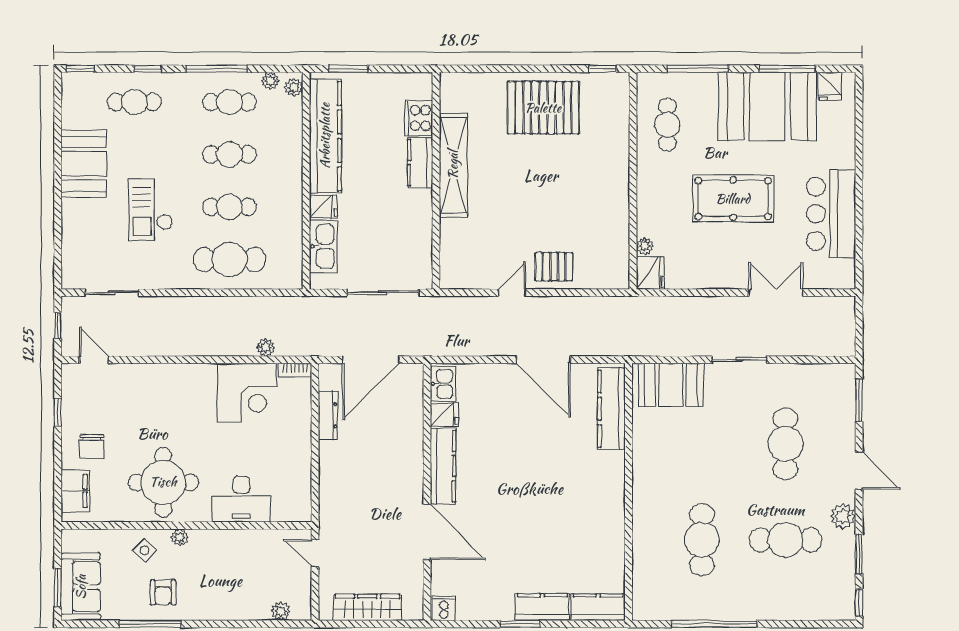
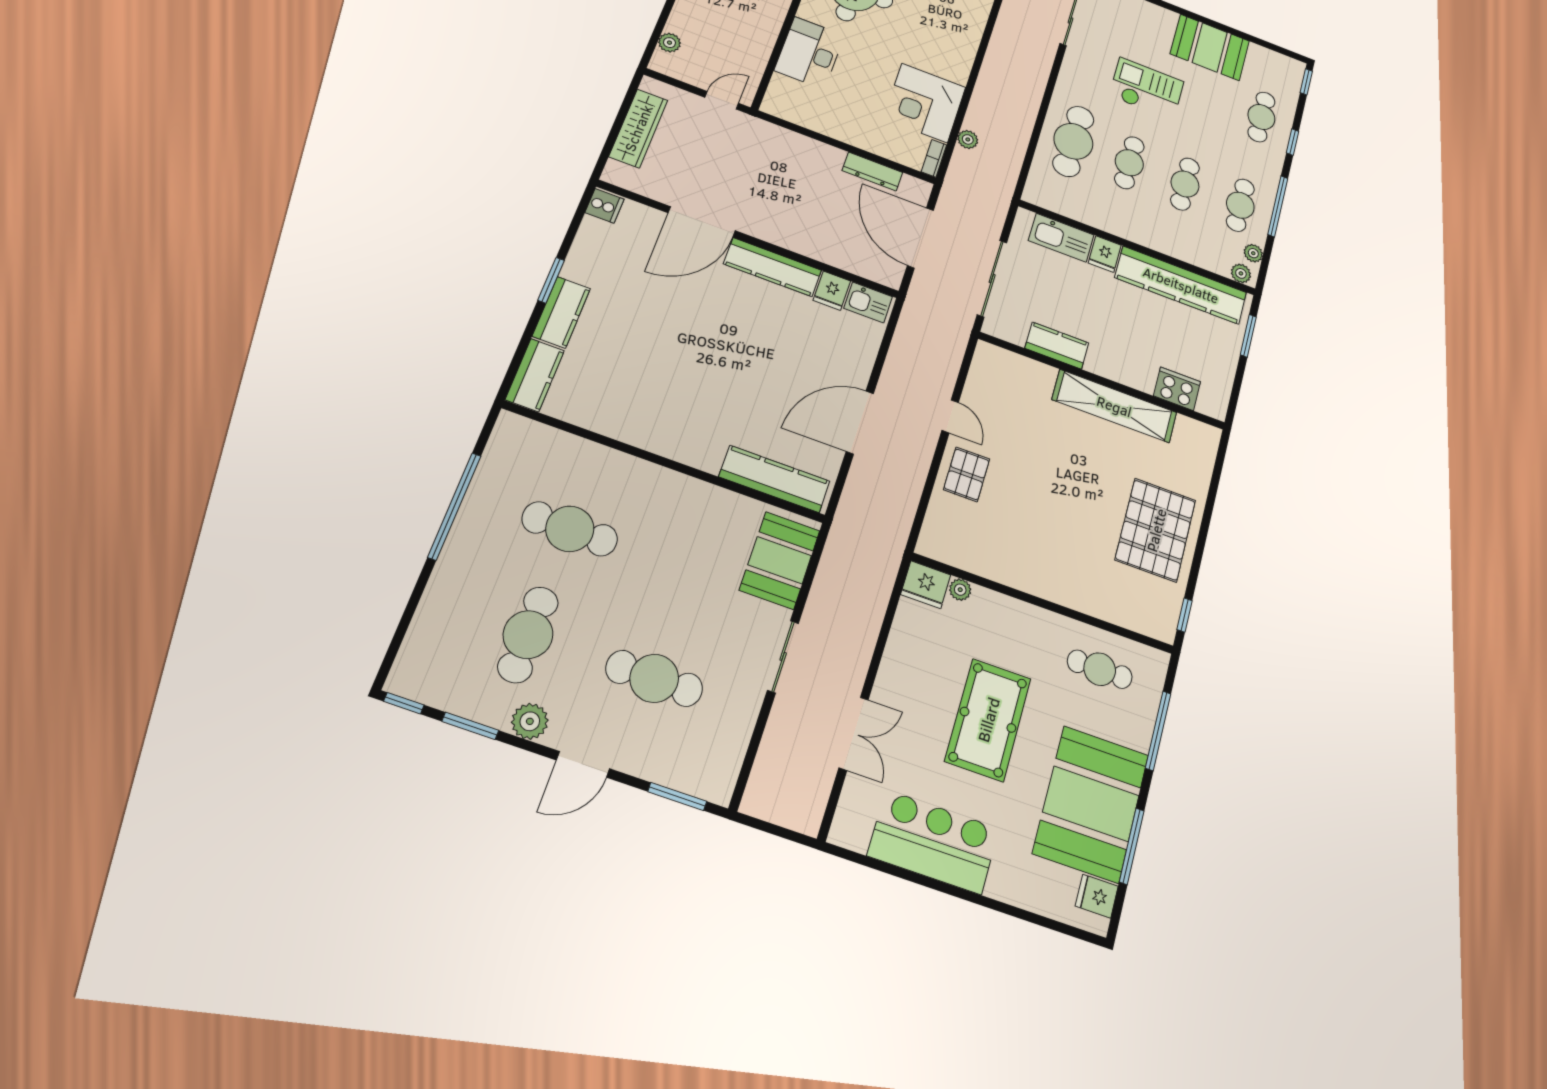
kitchen counter: (420, 163) -> (1057, 346), moved

